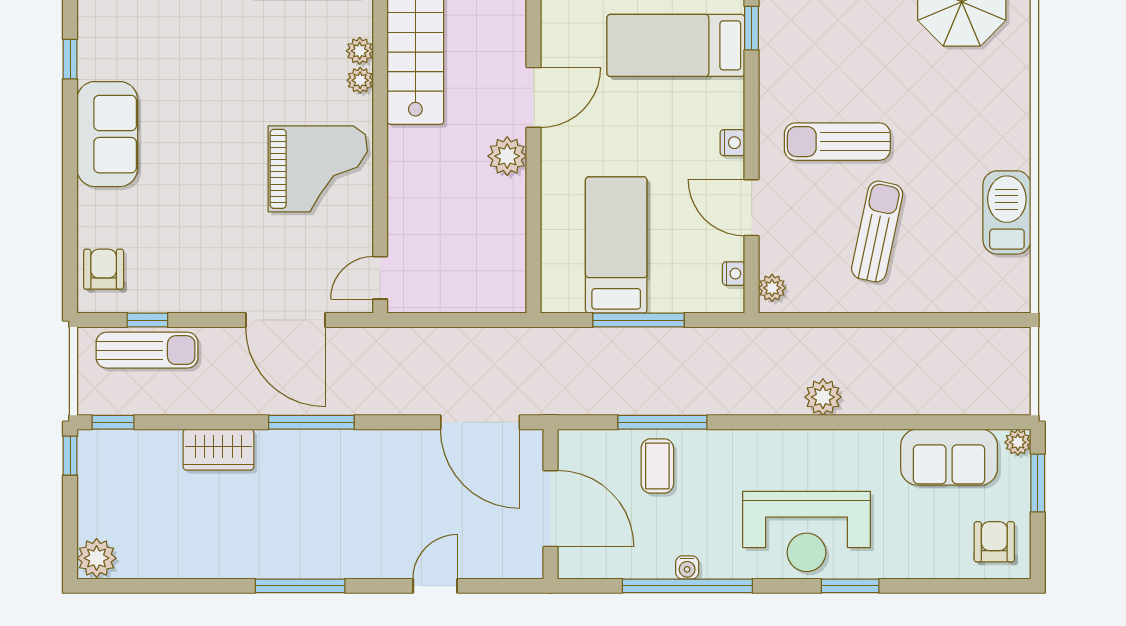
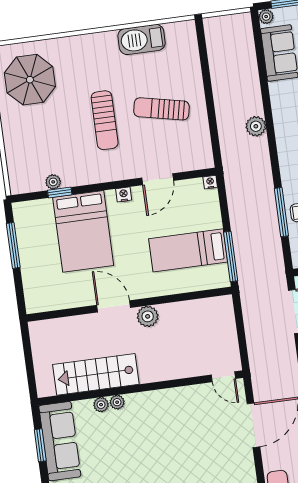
bed: (676, 45) -> (83, 231), width x1.50
sun lounger: (837, 142) -> (105, 120), moved
grand piano: (318, 169) -> (169, 419), removed
nightstand: (734, 274) -> (210, 182), moved
plant: (772, 288) -> (53, 182), moved
window: (638, 320) -> (231, 257), moved

